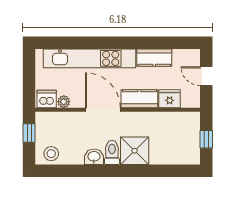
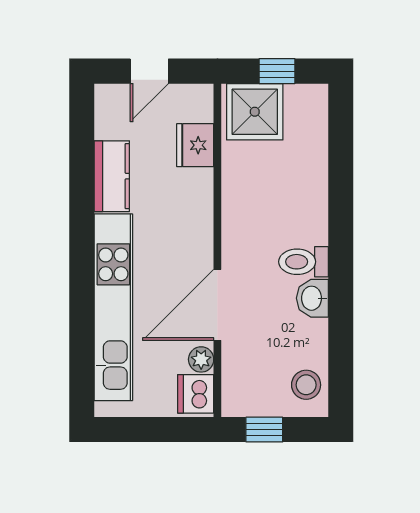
kitchen counter: (139, 99) -> (195, 206), removed
door: (103, 110) -> (217, 305), moved
shower: (135, 151) -> (255, 112), moved

